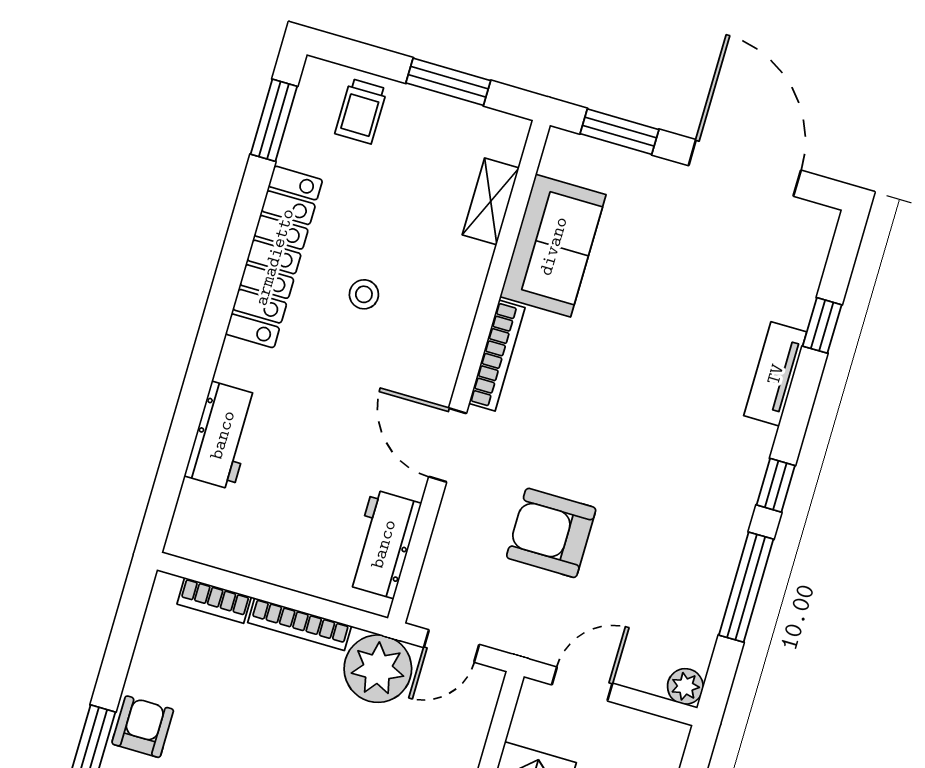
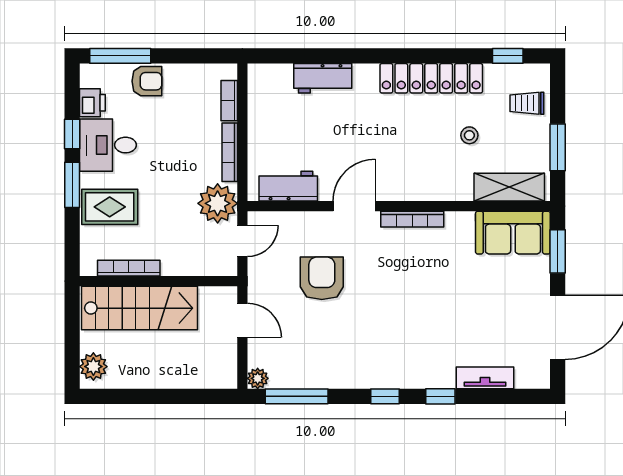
window: (274, 120) -> (508, 56), width x0.67
shelving: (491, 201) -> (509, 187), width x1.50, depth x1.33
sofa: (553, 246) -> (513, 233), moved
stool: (364, 294) -> (469, 135), moved
window: (822, 325) -> (440, 396), moved
tv unit: (775, 374) -> (485, 378), moved
window: (746, 587) -> (297, 396), moved
door: (451, 646) -> (242, 241), swing flipped

